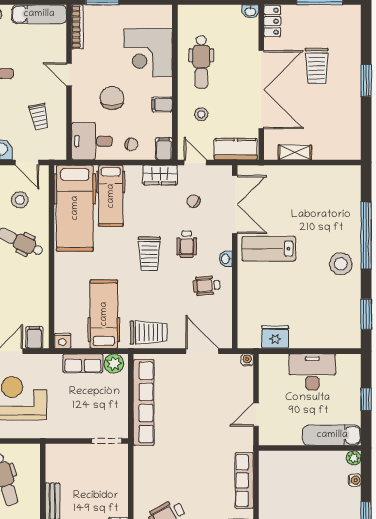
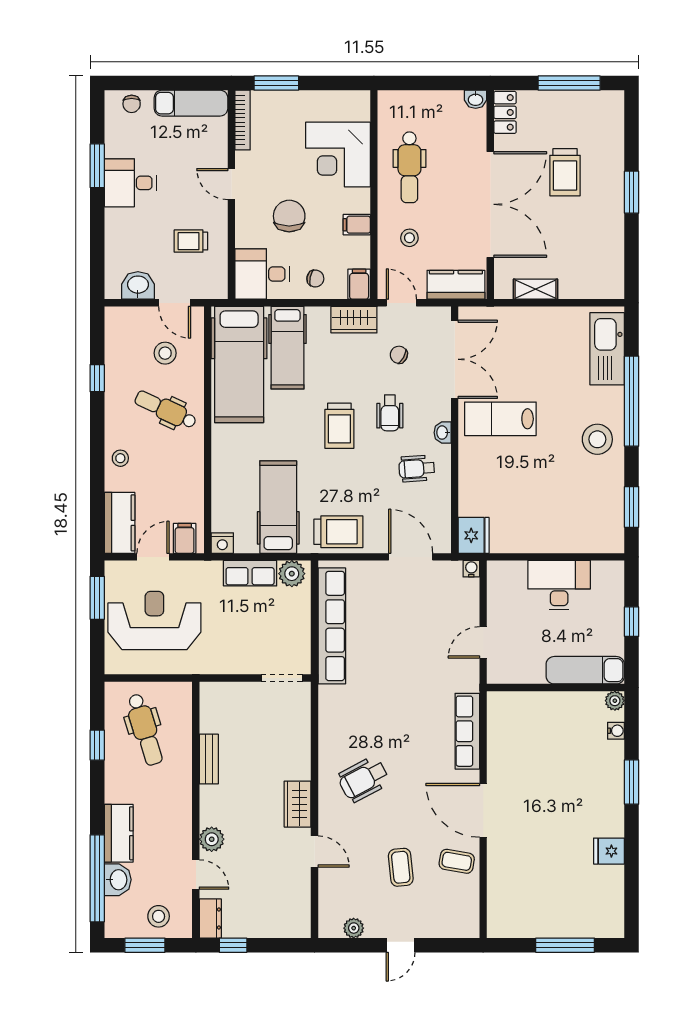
trolley: (39, 117) -> (191, 241), turned 102
kitchen sink: (348, 197) -> (607, 349), added
fridge: (275, 337) -> (474, 535), moved, turned 90

